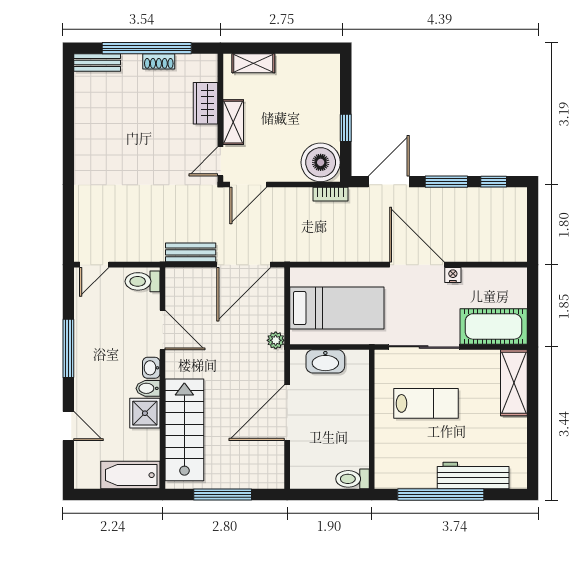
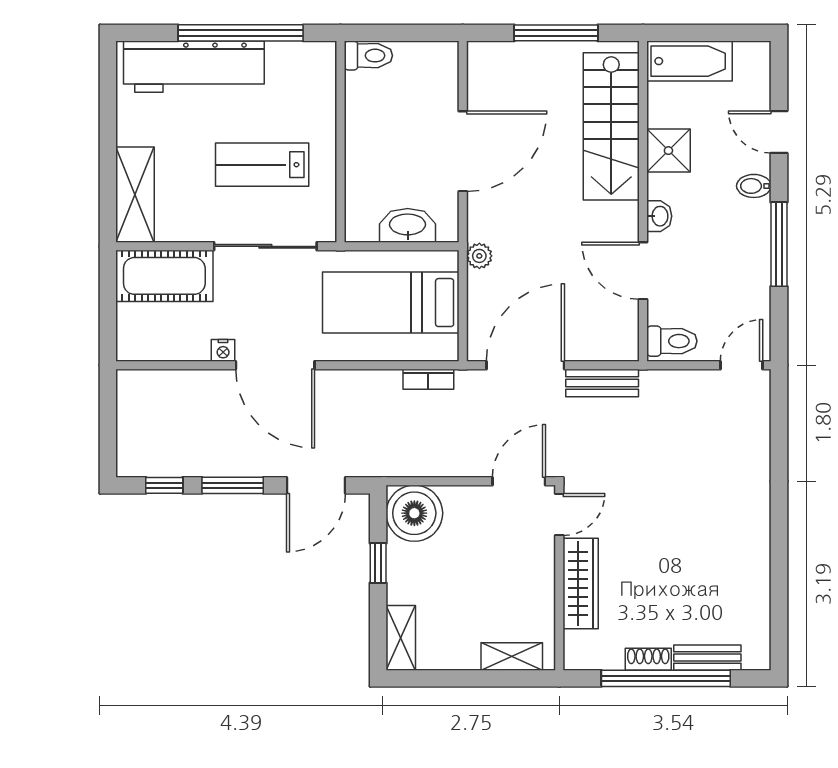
bench: (97, 63) -> (707, 658), moved
wardrobe: (206, 103) -> (581, 583), width x1.50
shelving: (233, 122) -> (401, 638), moved
bookcase: (331, 194) -> (428, 379), moved, turned 180
bidet: (148, 388) -> (754, 186), moved, turned 180
workbench: (473, 476) -> (194, 67), width x1.36, depth x1.32

